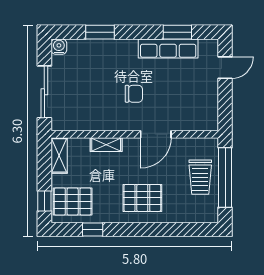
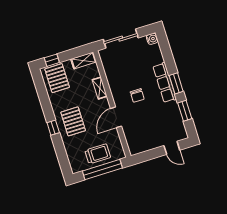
window: (100, 32) -> (176, 83), moved
row of seats: (168, 48) -> (165, 83), moved
door: (156, 134) -> (116, 117), hinge flipped
trolley: (200, 177) -> (98, 154), turned 180
window: (93, 229) -> (53, 128), moved

